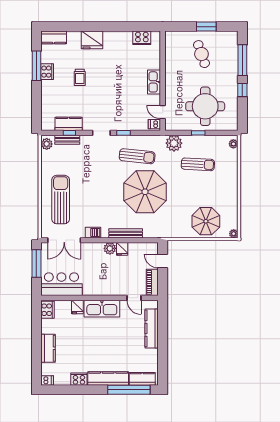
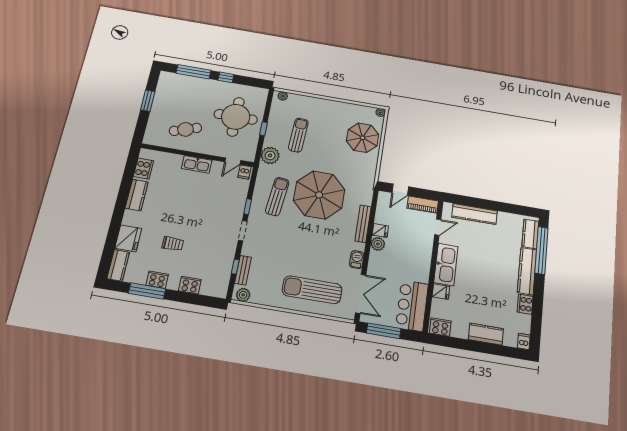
fridge: (92, 40) -> (128, 238), moved
cafe table: (201, 54) -> (185, 129), moved
cooker: (47, 99) -> (190, 285), added
kitchen counter: (69, 124) -> (137, 195), moved, turned 180

